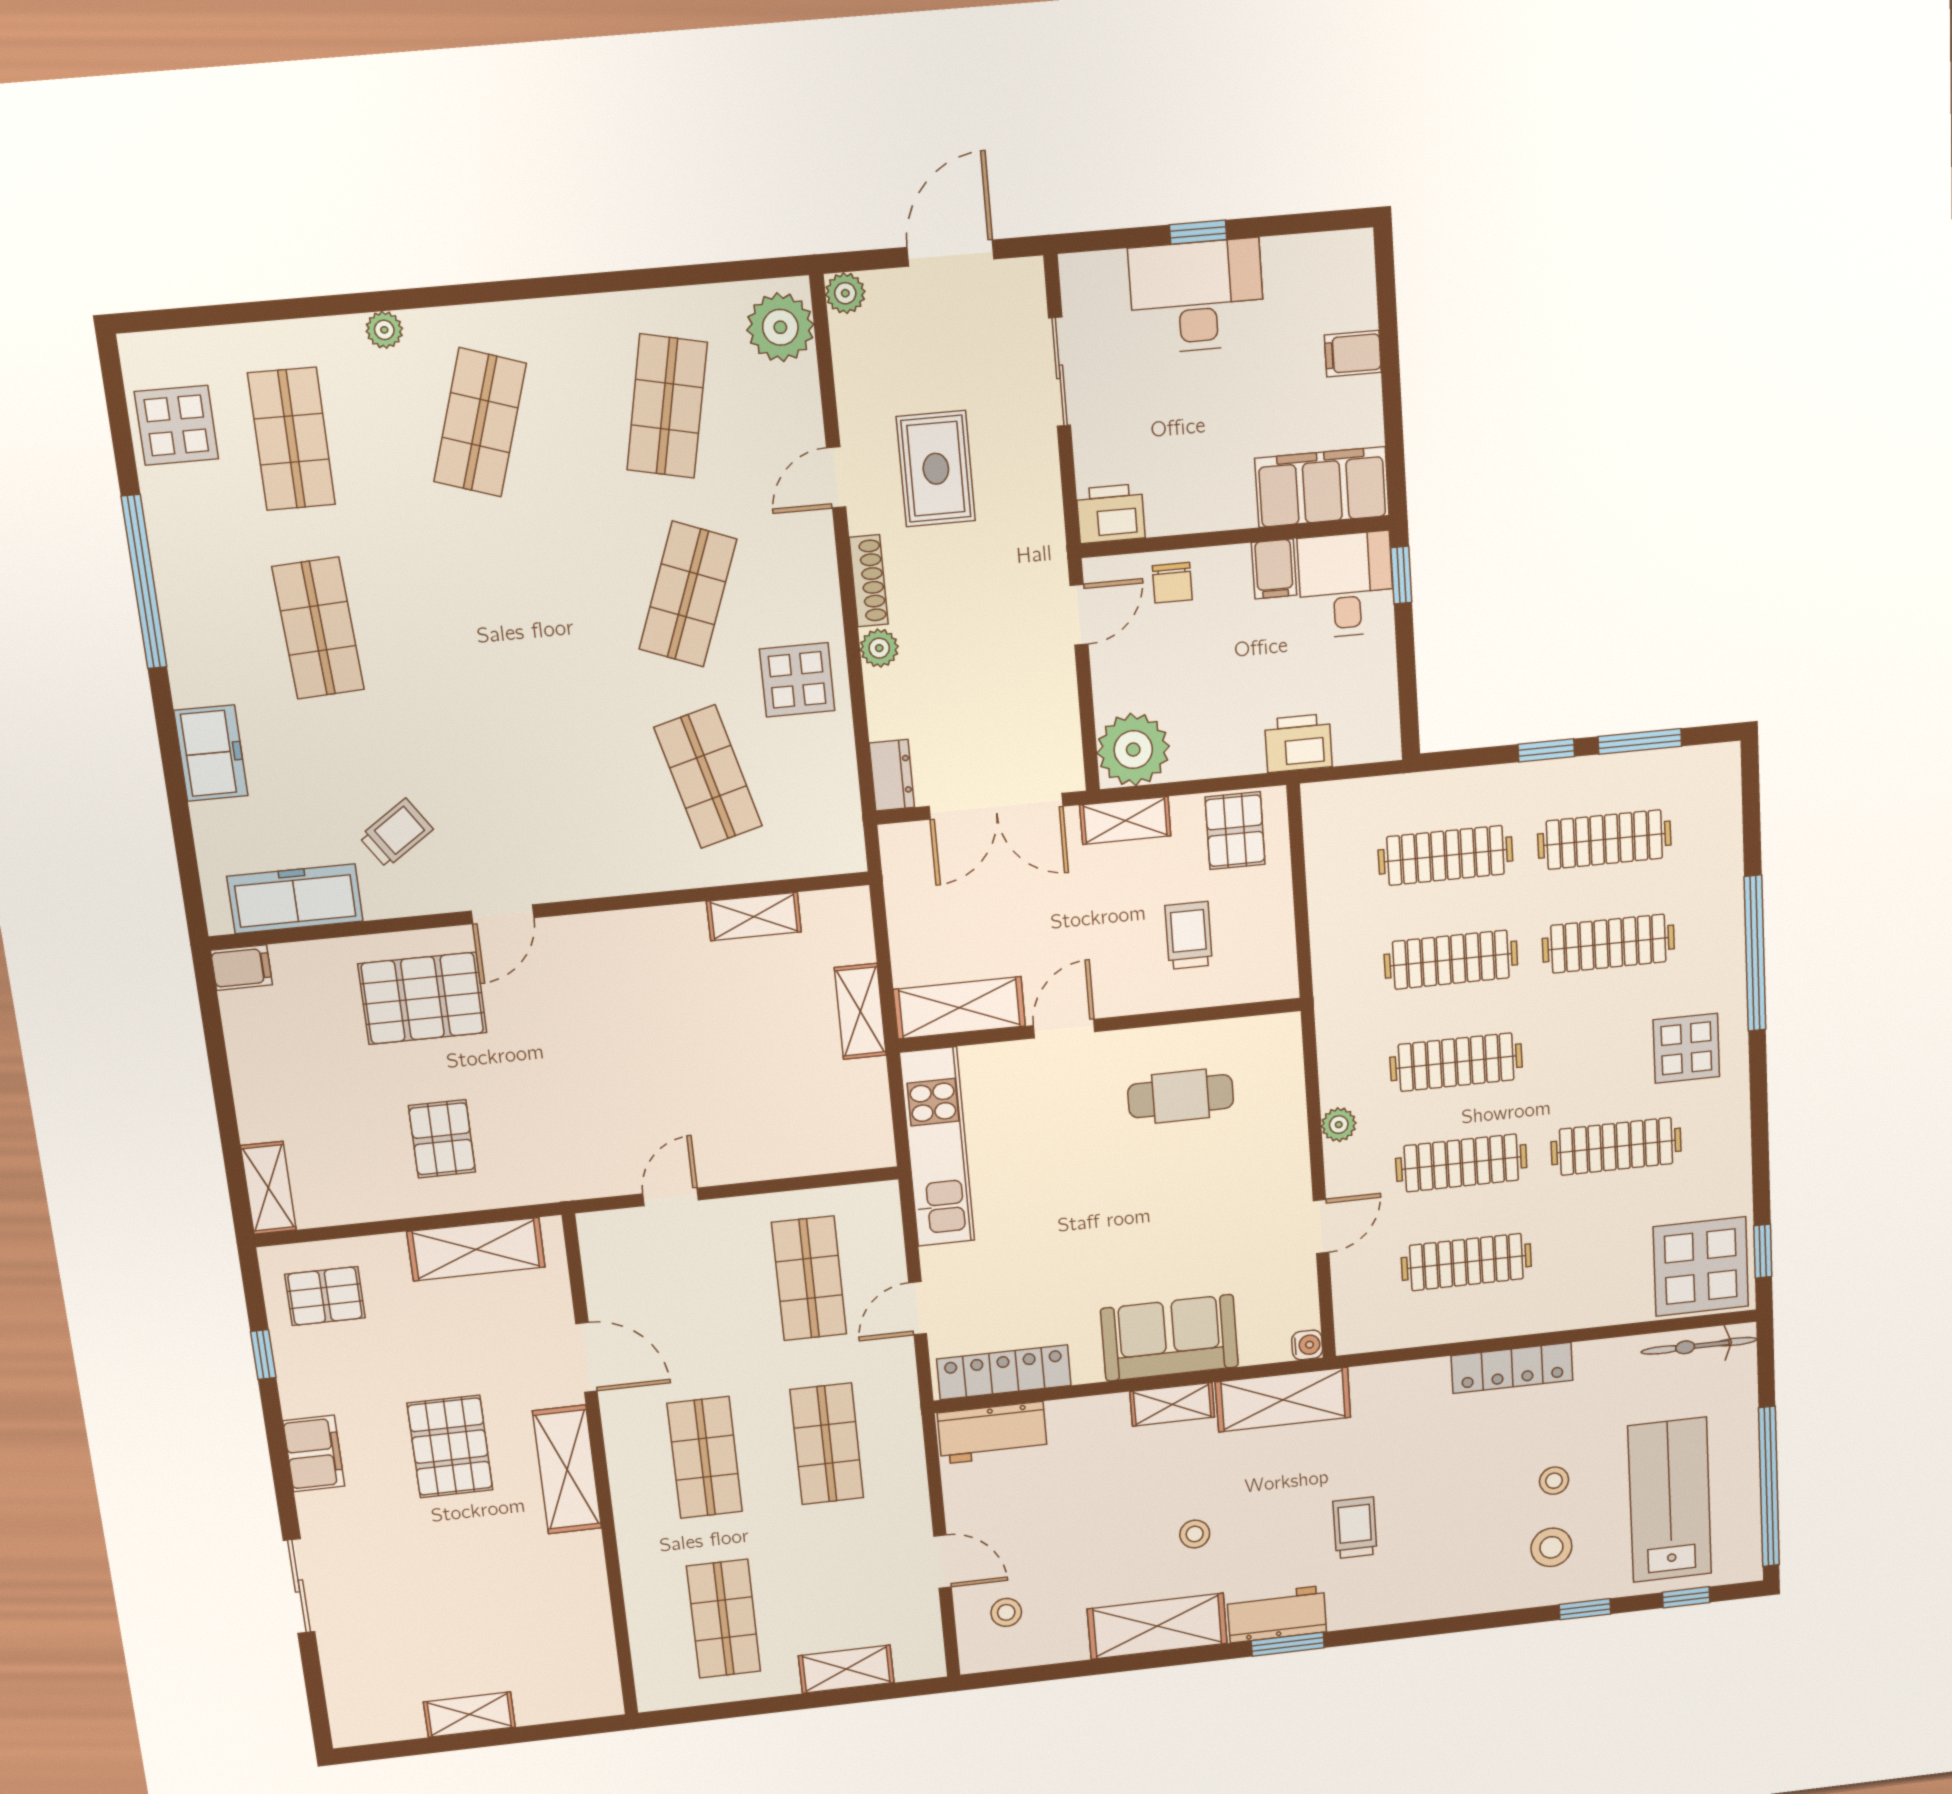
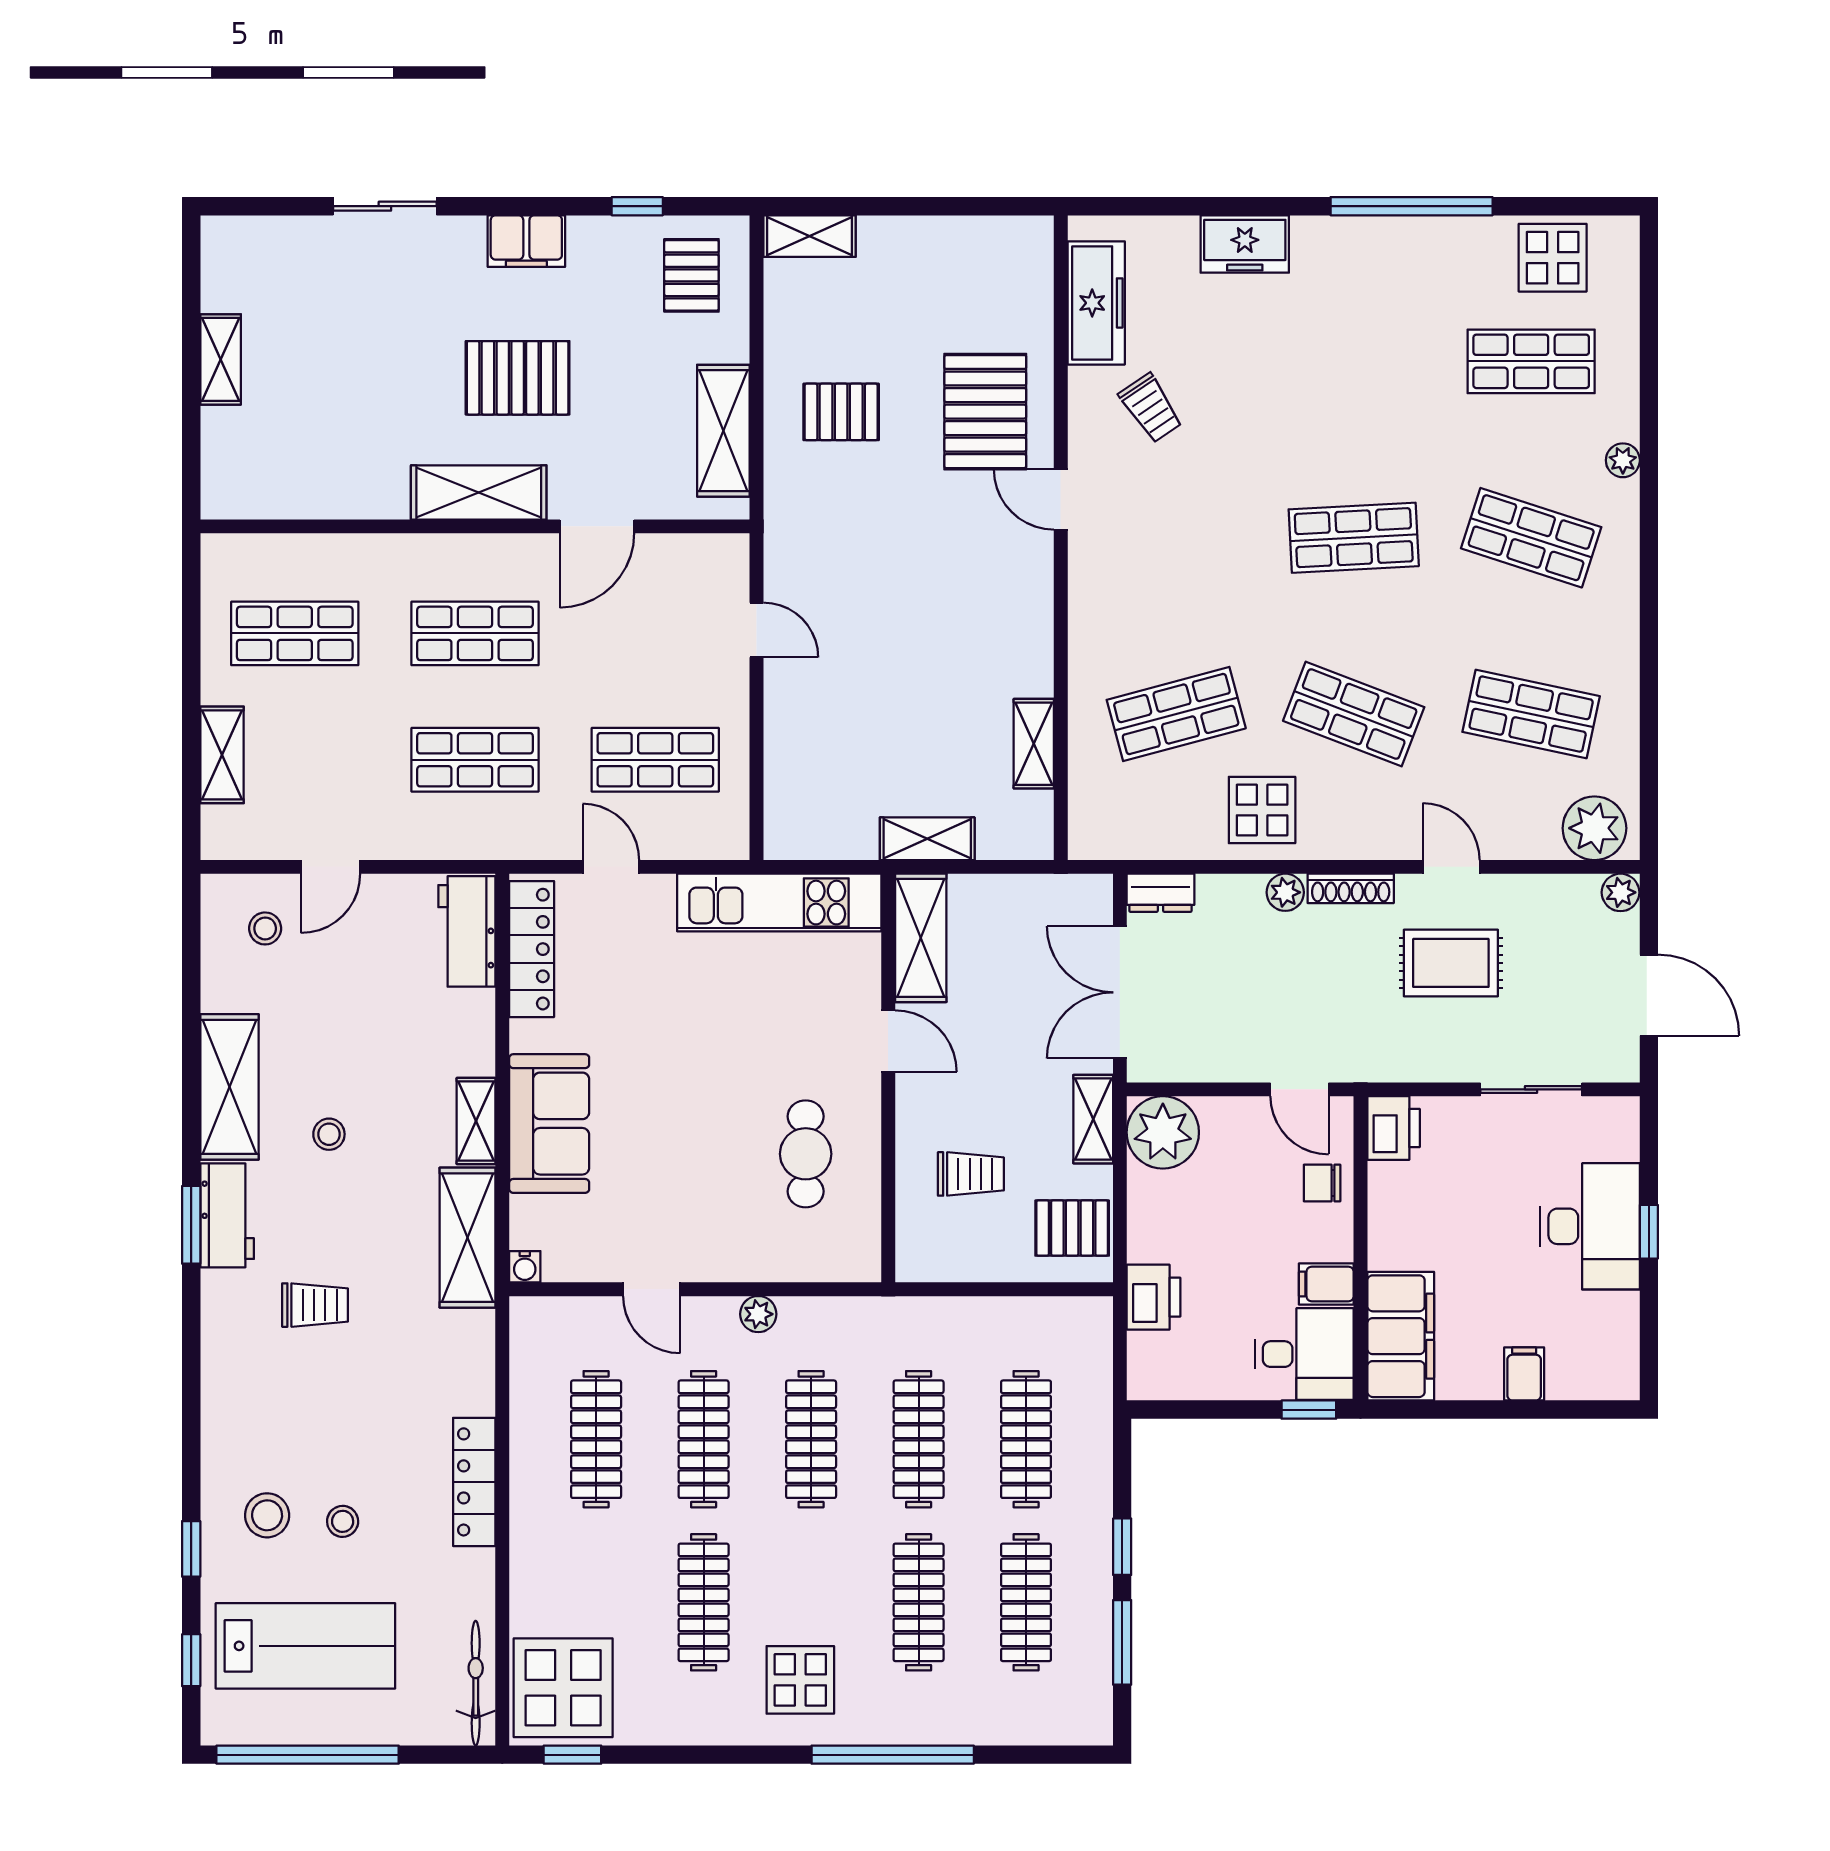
shop shelf: (318, 628) -> (1354, 538), moved
filing cabinet: (241, 968) -> (1034, 242), removed

